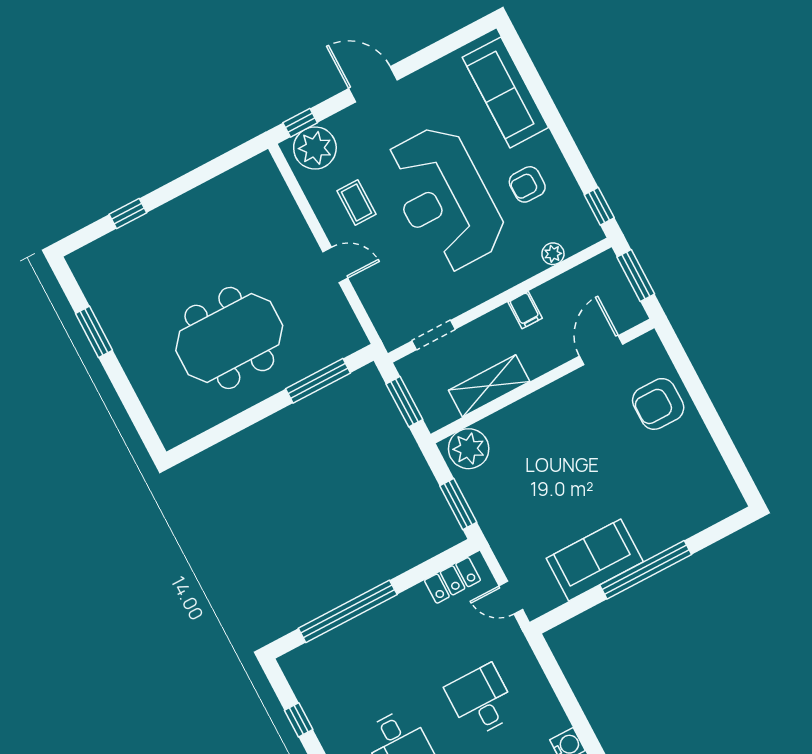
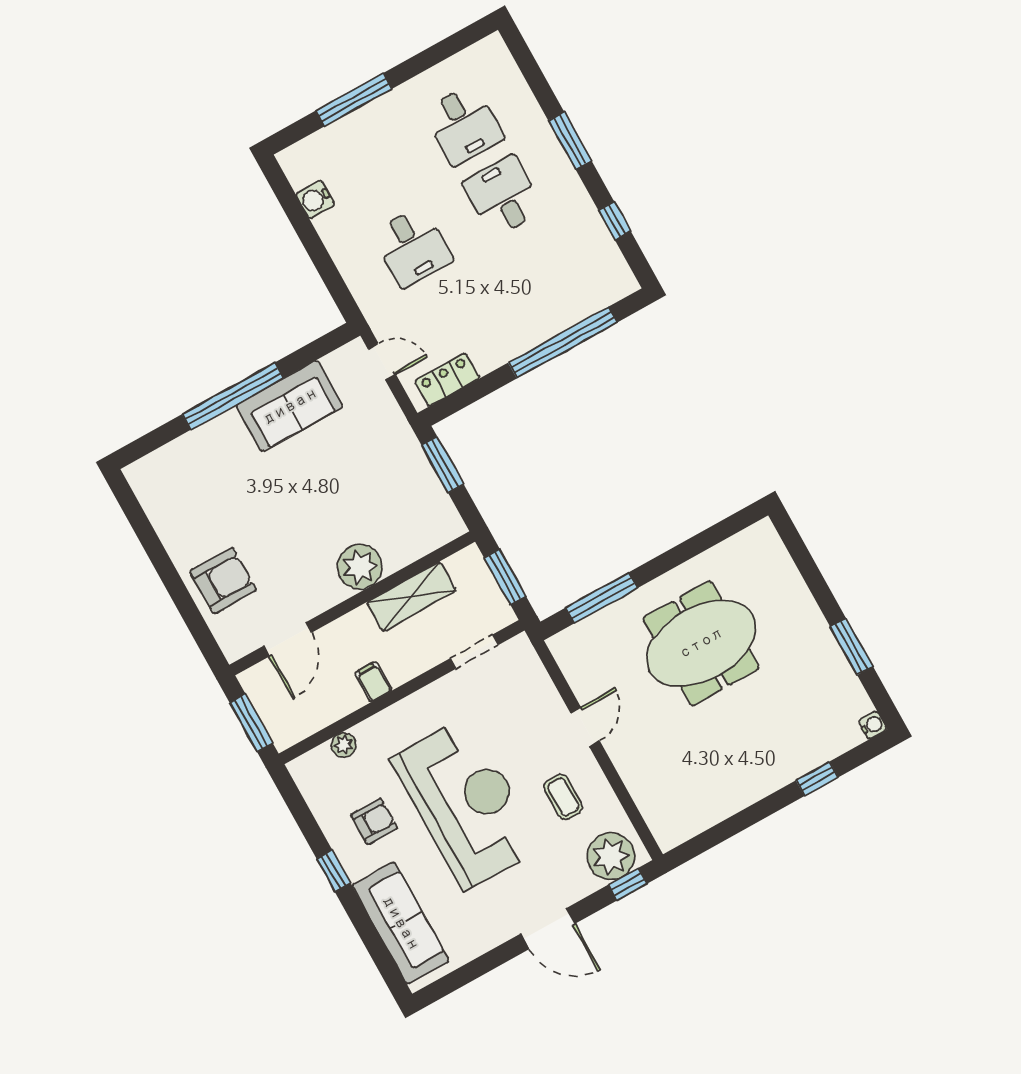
window: (599, 206) -> (334, 871), moved
water cooler: (77, 261) -> (873, 725), added
door: (335, 265) -> (585, 727), swing flipped
plant: (469, 449) -> (360, 567), moved

